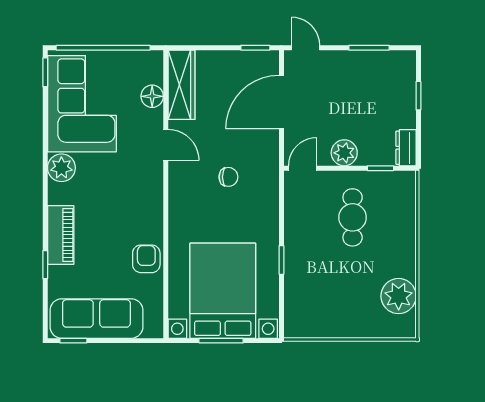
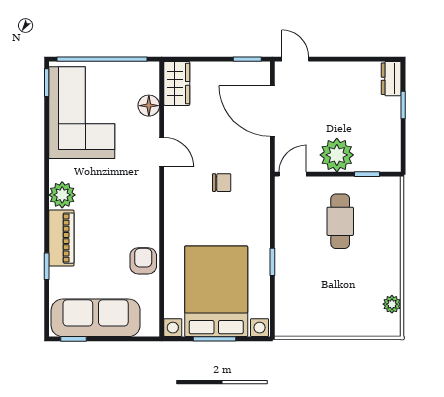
window: (369, 48) -> (356, 59), removed
wardrobe: (181, 85) -> (177, 83), width x0.67
door: (281, 102) -> (272, 111), hinge flipped
dresser: (406, 148) -> (391, 79), moved
plant: (344, 153) -> (337, 155), width x1.36, depth x1.36
plant: (61, 168) -> (62, 195), moved
plant: (399, 296) -> (392, 304), width x0.53, depth x0.53

